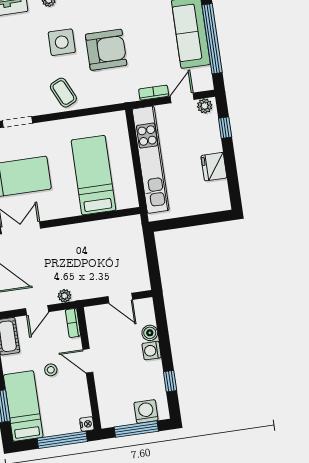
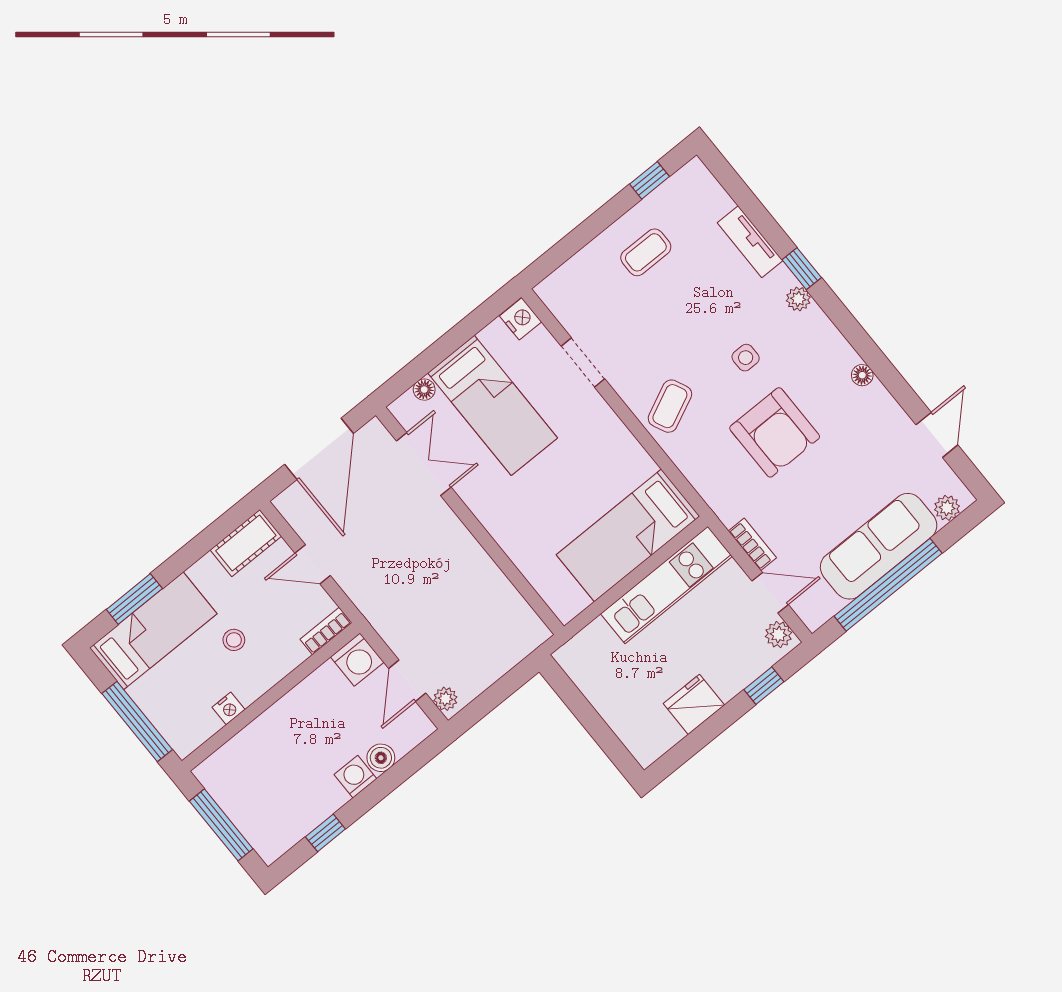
side table: (62, 42) -> (746, 358), width x0.54, depth x0.54
kitchen unit: (151, 160) -> (666, 585), width x0.73
bed: (93, 175) -> (628, 535), moved, turned 180
plant: (65, 296) -> (445, 699), moved
door: (88, 361) -> (281, 688), removed
washing machine: (146, 411) -> (357, 660), moved, turned 90
nightstand: (87, 424) -> (229, 708), moved

